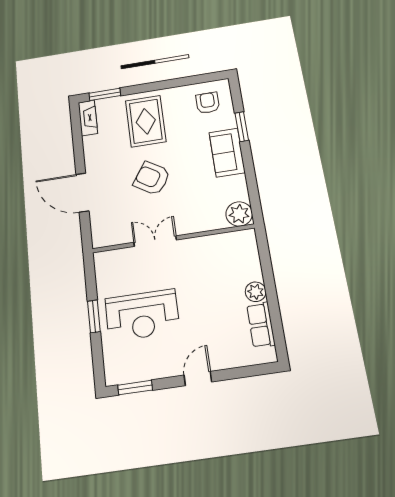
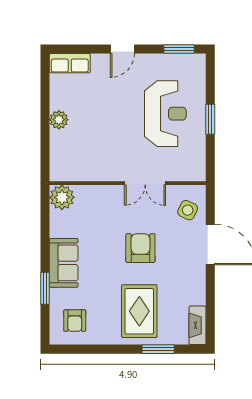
window: (105, 94) -> (158, 349), moved
armchair: (152, 178) -> (140, 248), turned -123
side table: (108, 222) -> (188, 210), added
reception desk: (142, 315) -> (165, 114), turned 90
row of seats: (261, 325) -> (70, 63), moved, turned 90

